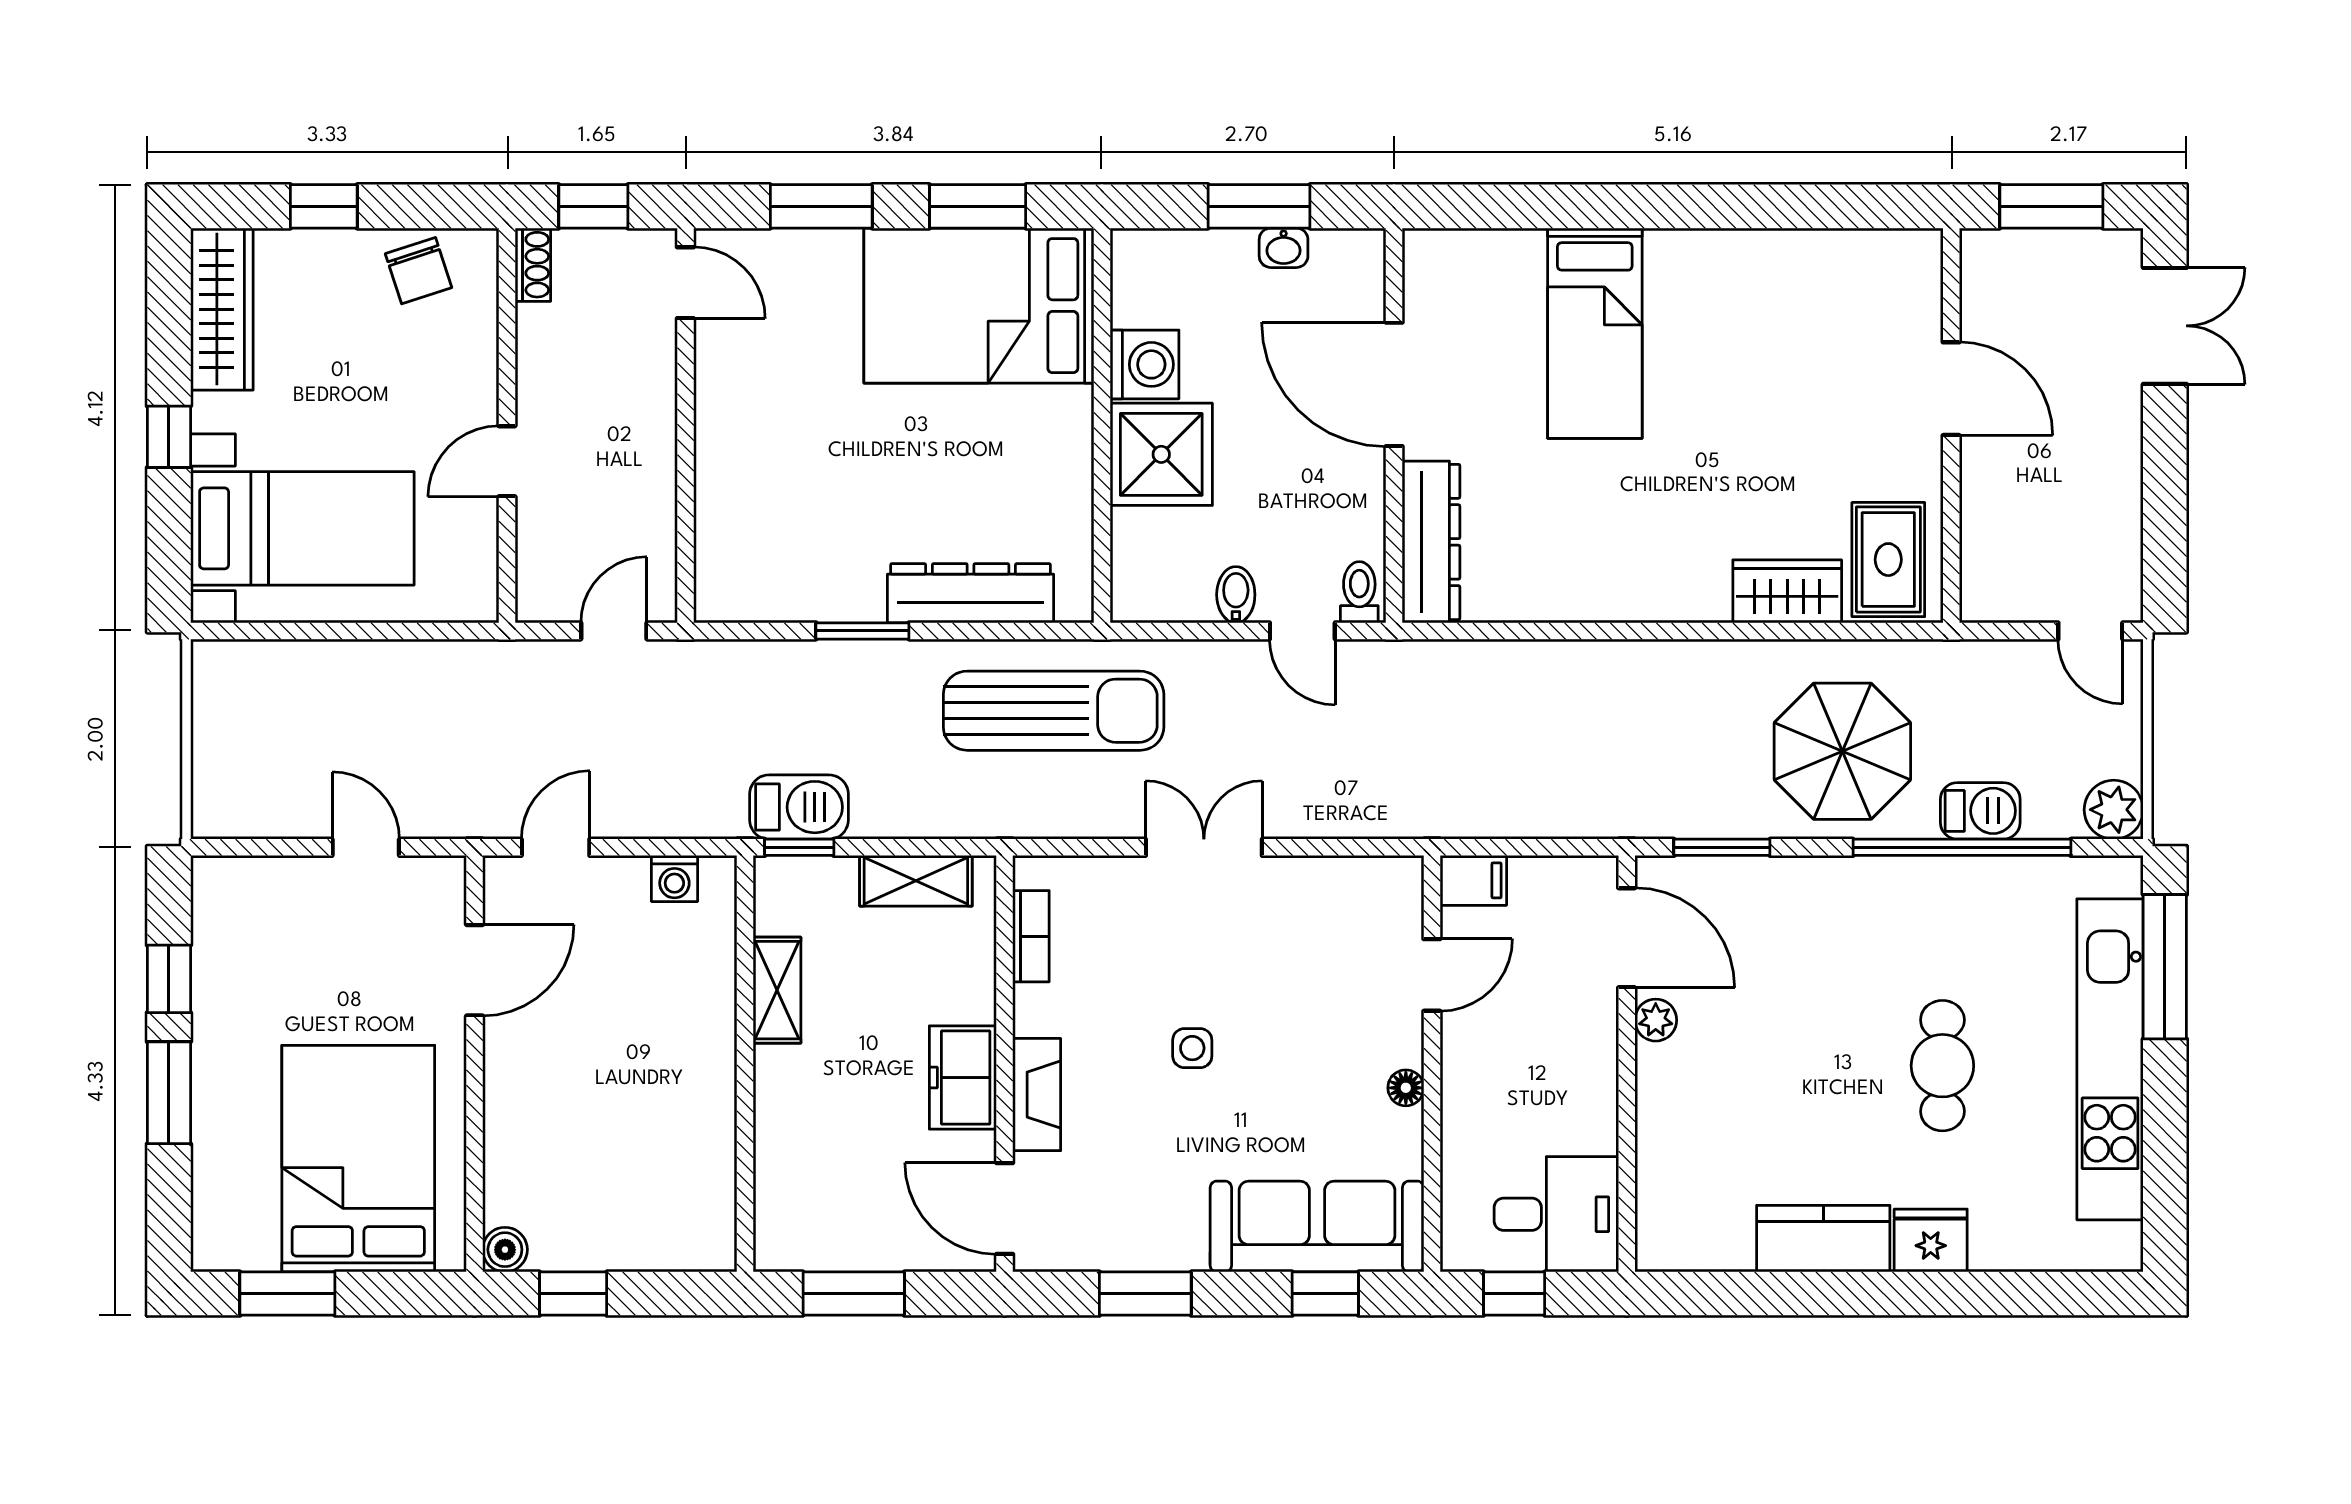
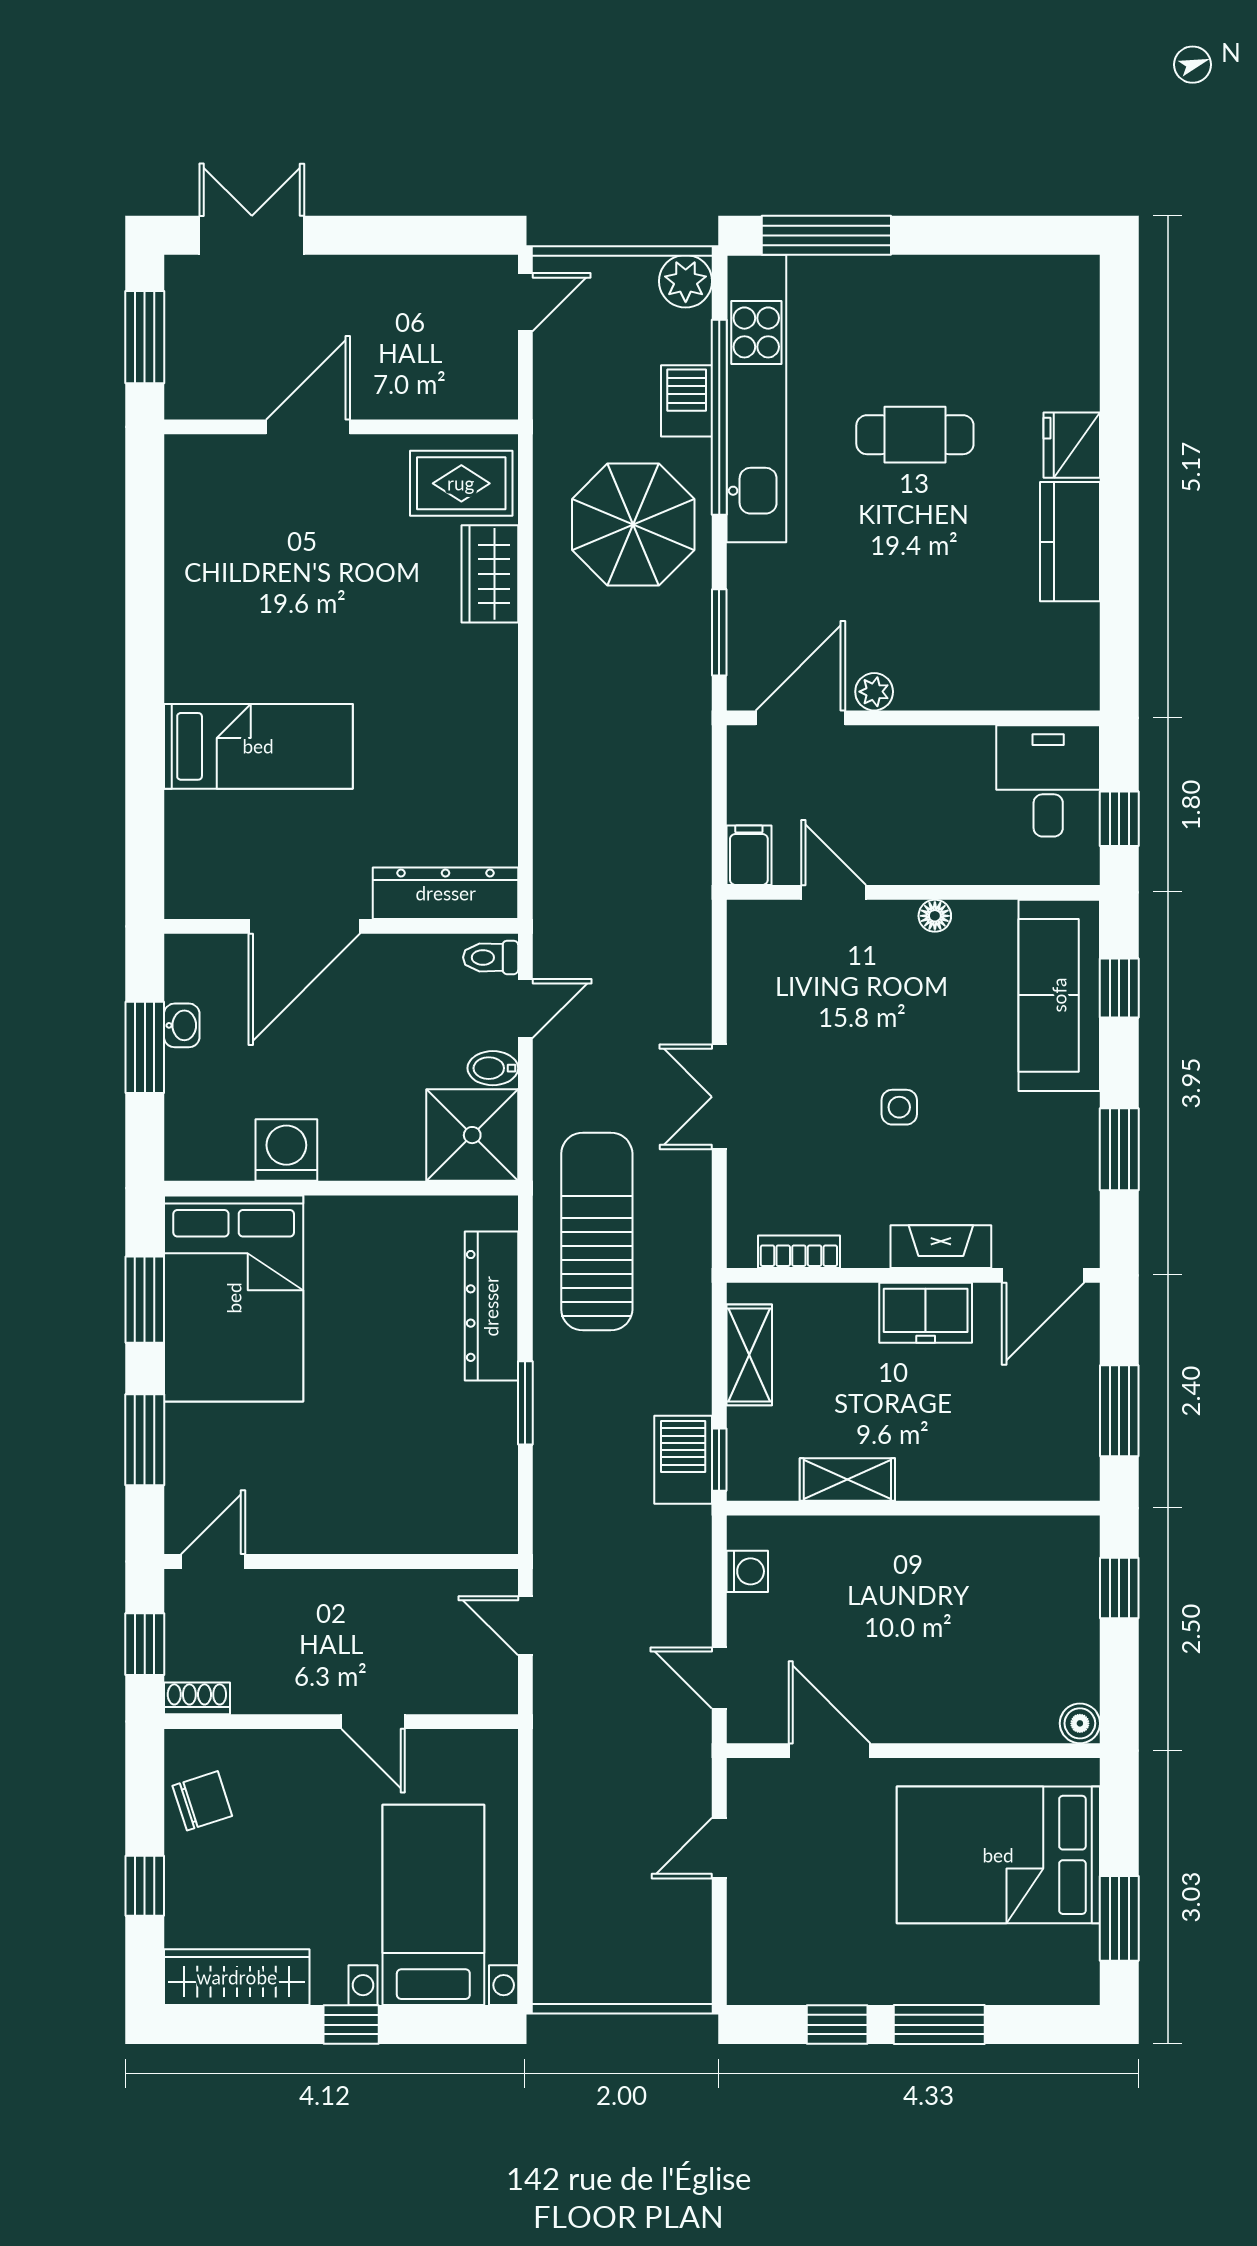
shower: (1161, 454) -> (472, 1135), moved
kitchen unit: (2110, 1059) -> (756, 399), moved, turned -90
window: (573, 1294) -> (1119, 1588), moved

